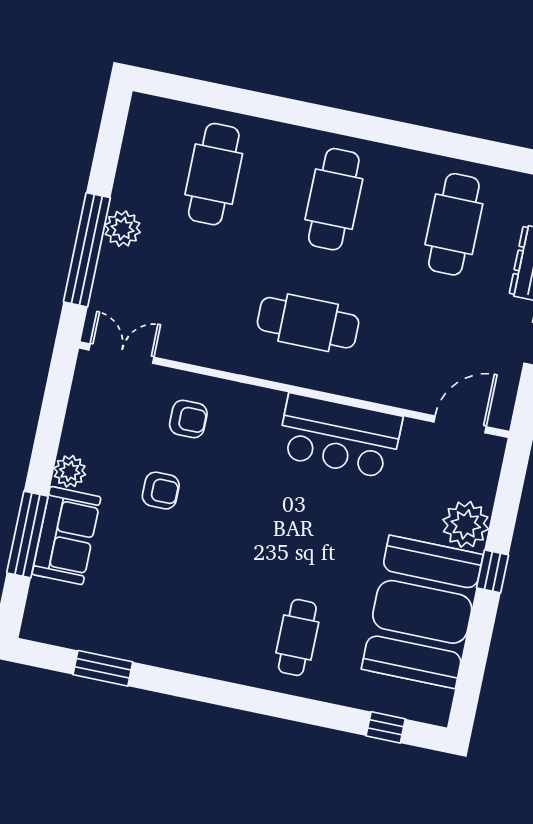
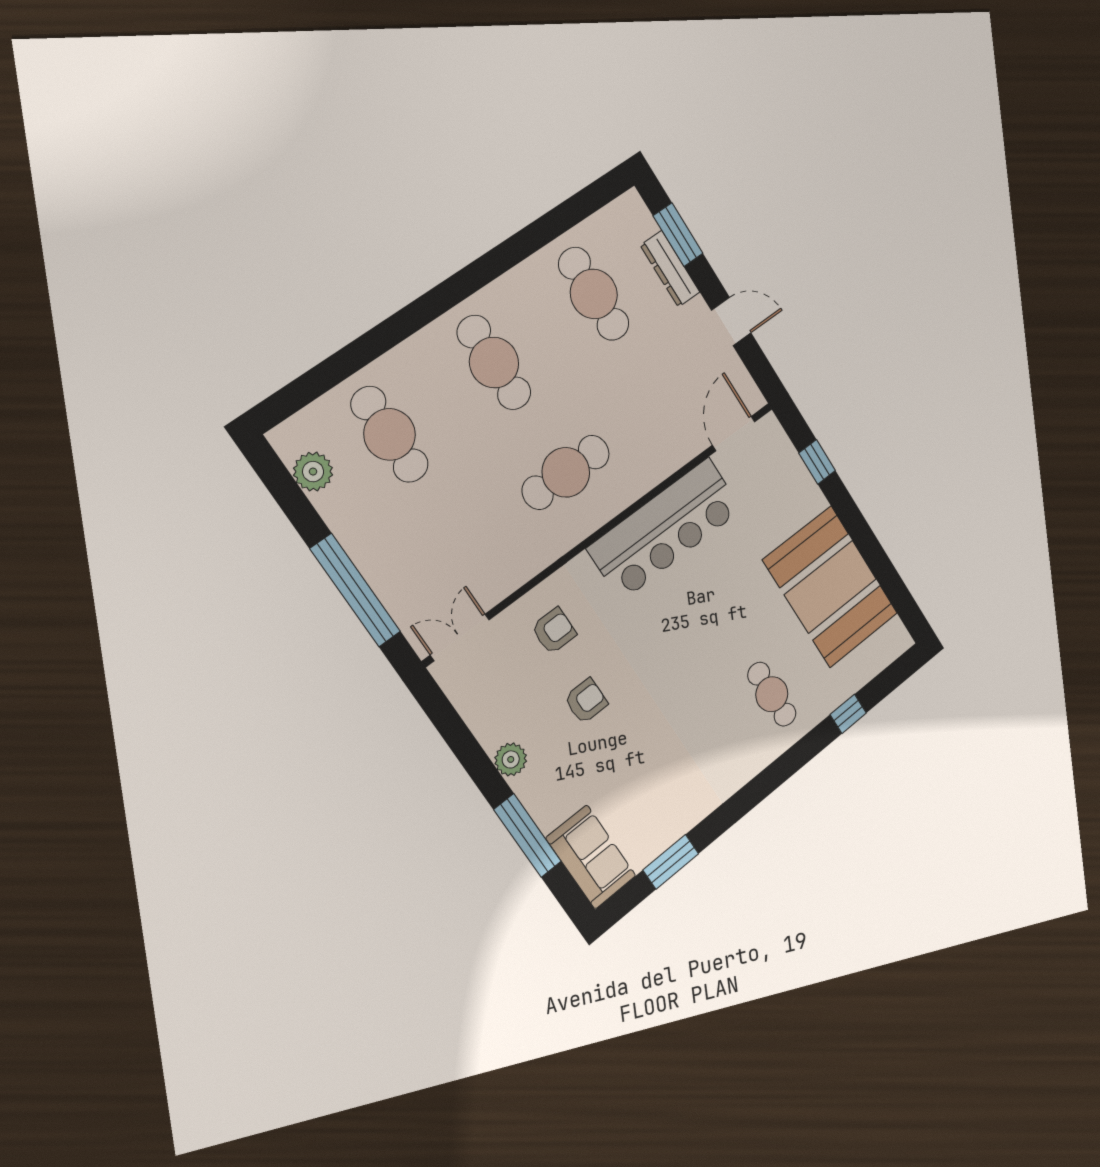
plant: (123, 229) -> (313, 472), moved
bar counter: (340, 436) -> (665, 529), width x1.36
plant: (466, 524) -> (802, 498), removed
sofa: (66, 536) -> (591, 857), moved
window: (492, 571) -> (817, 462), moved
window: (386, 727) -> (848, 714), moved

